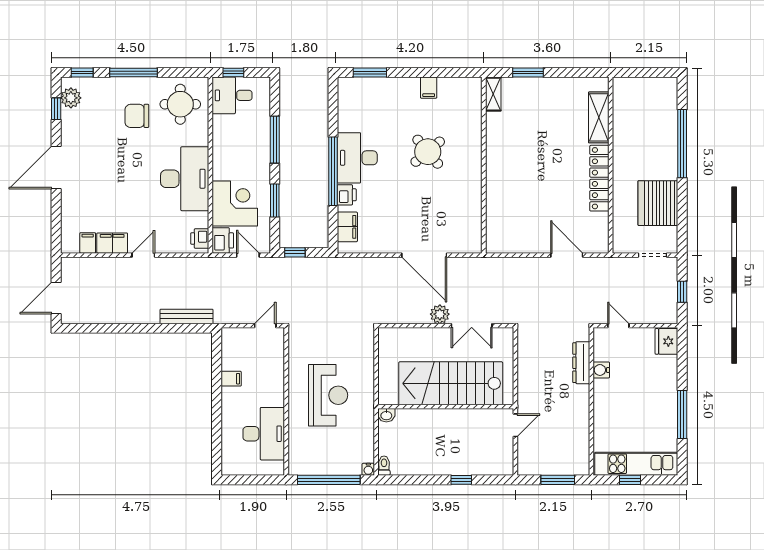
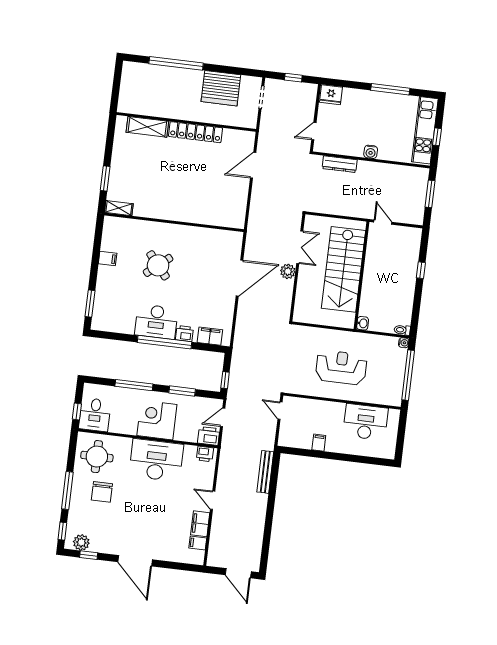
corner desk: (235, 204) -> (157, 420), moved
water cooler: (601, 370) -> (371, 152), moved

